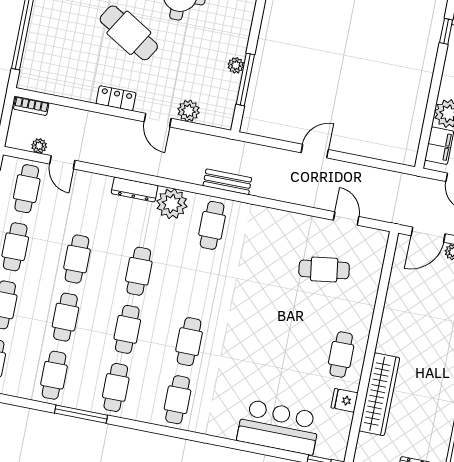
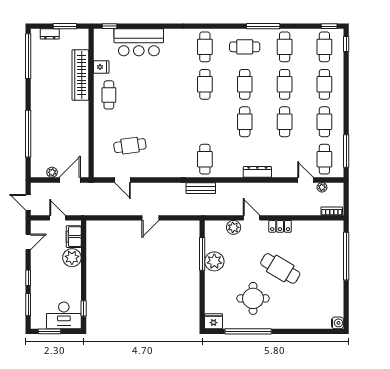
plant: (236, 65) -> (214, 261), width x1.88, depth x1.88
plant: (172, 204) -> (233, 168), removed
cafe table: (116, 387) -> (245, 47), turned 90

